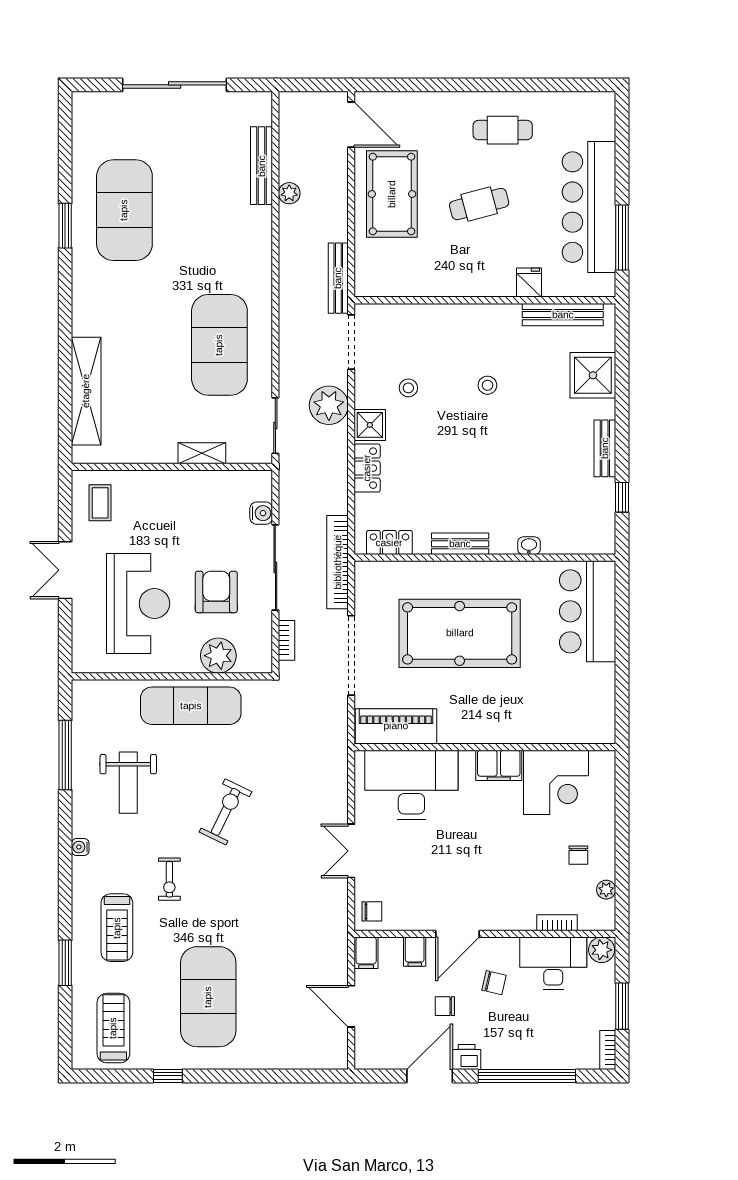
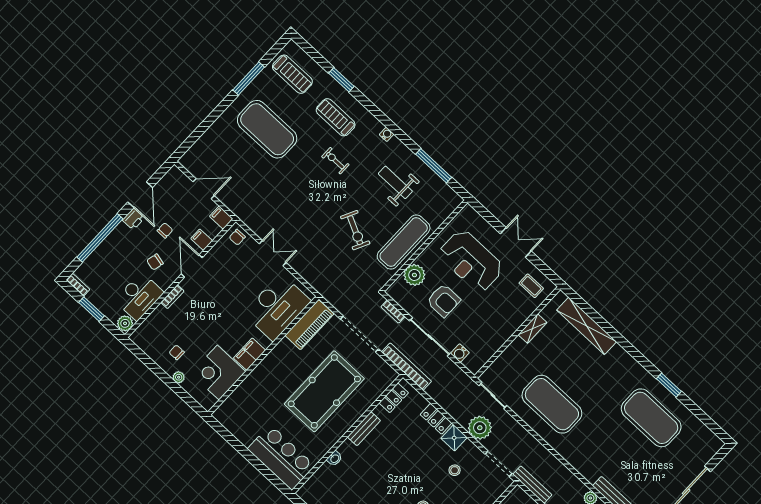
shelving: (202, 453) -> (533, 329), moved
exercise bike: (225, 812) -> (355, 230), moved
plant: (606, 890) -> (179, 377), moved
bookcase: (557, 923) -> (172, 297), moved
window: (168, 1076) -> (249, 78), width x2.17

